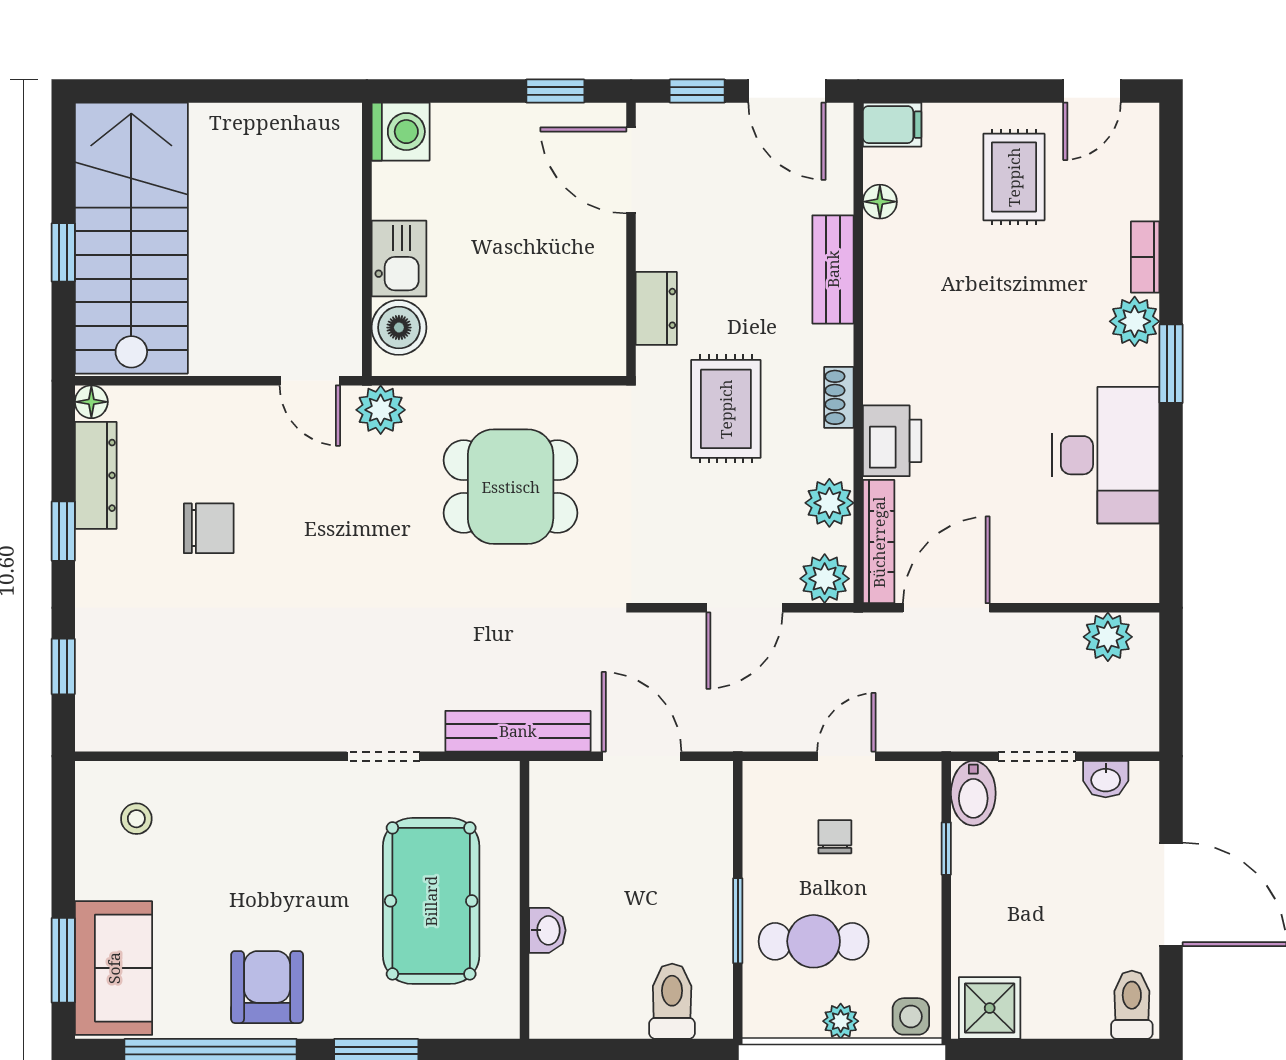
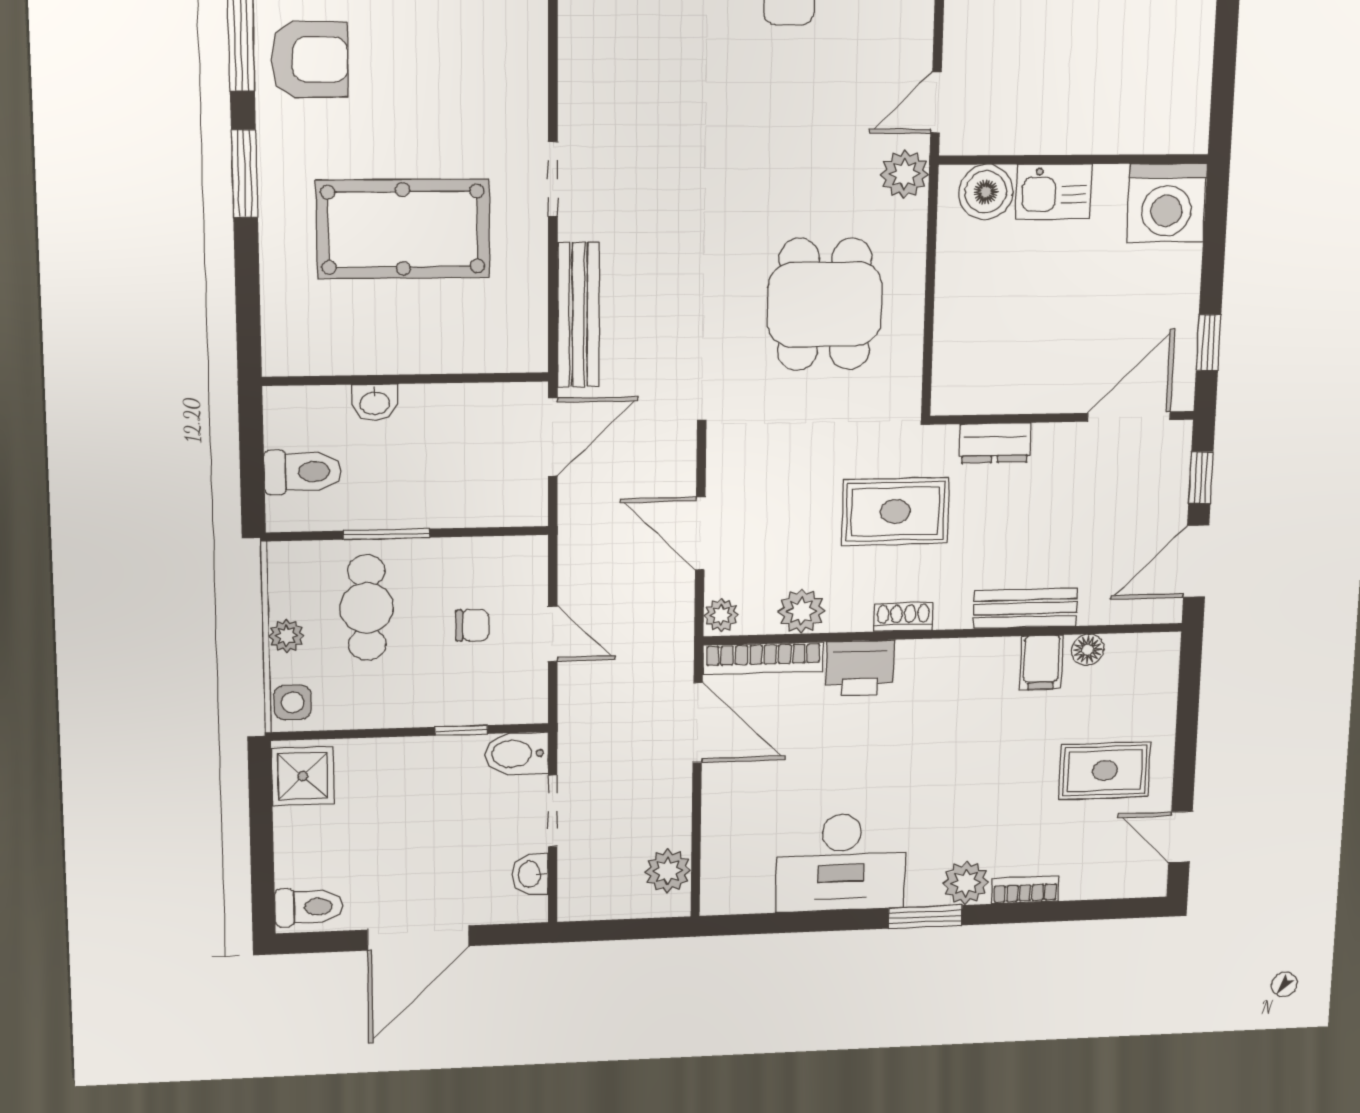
filing cabinet: (892, 125) -> (1041, 662), moved
washing machine: (401, 132) -> (1167, 203), width x1.37, depth x1.37
plant: (825, 579) -> (721, 615), width x0.73, depth x0.73
wall: (524, 900) -> (406, 379), moved
washbasin: (547, 930) -> (375, 402), moved

